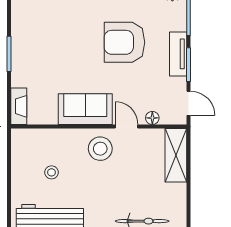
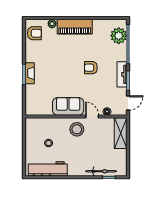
armchair: (124, 42) -> (91, 68), width x0.53, depth x0.53
door: (188, 103) -> (128, 103), hinge flipped
fireplace: (19, 106) -> (30, 73), moved

